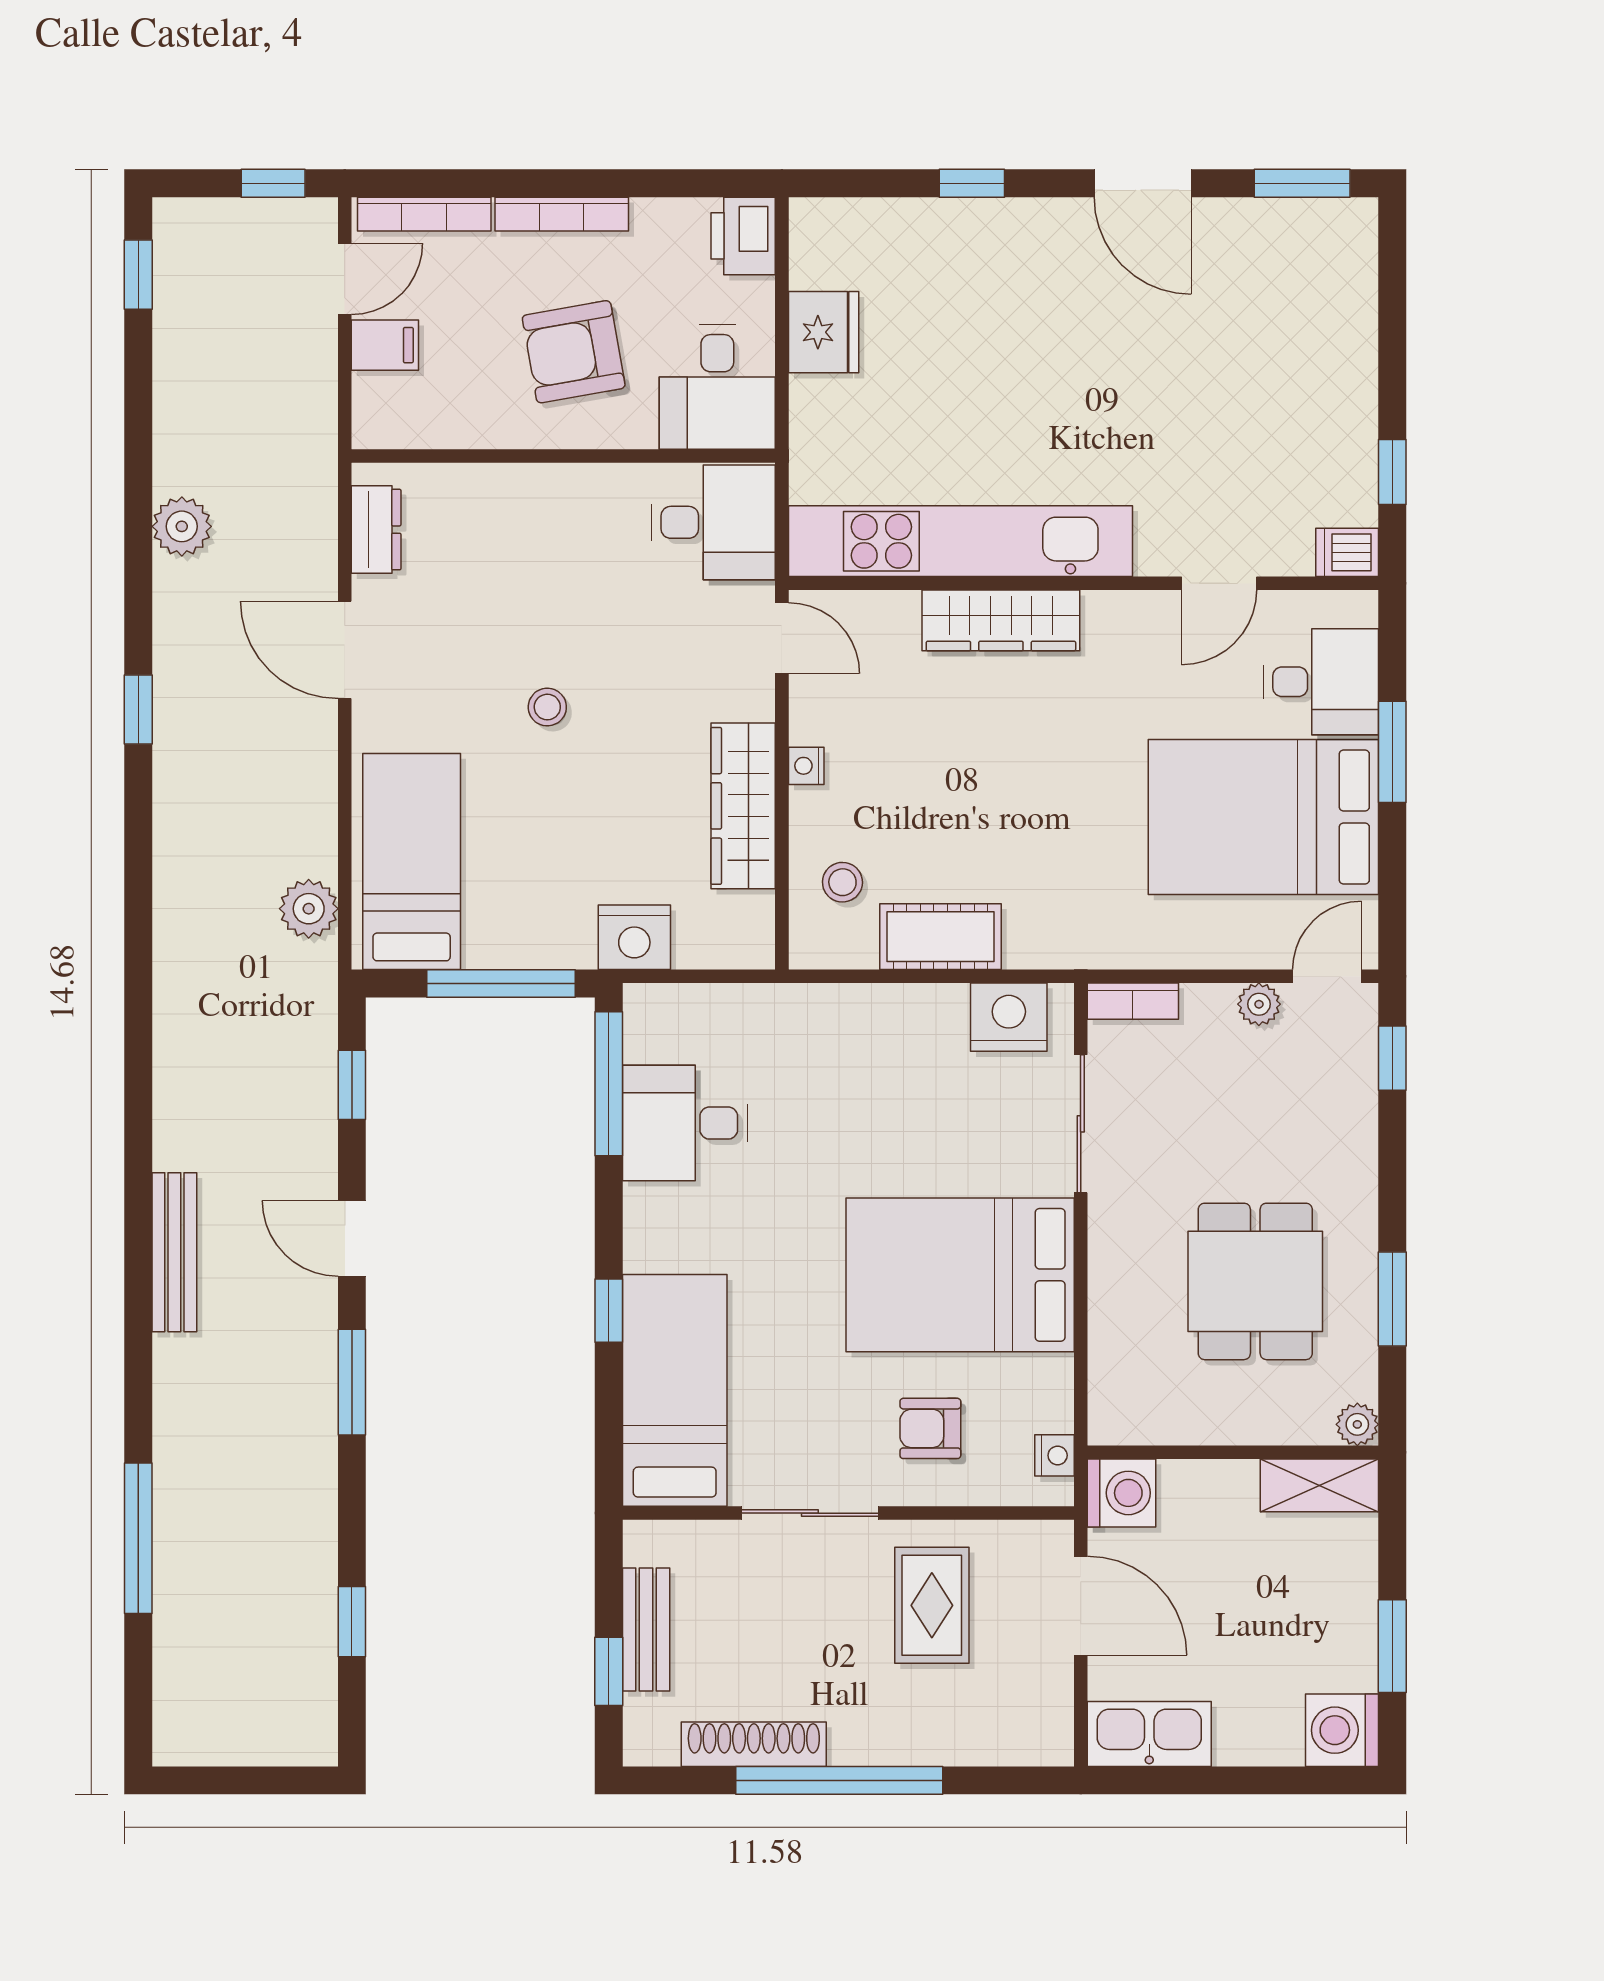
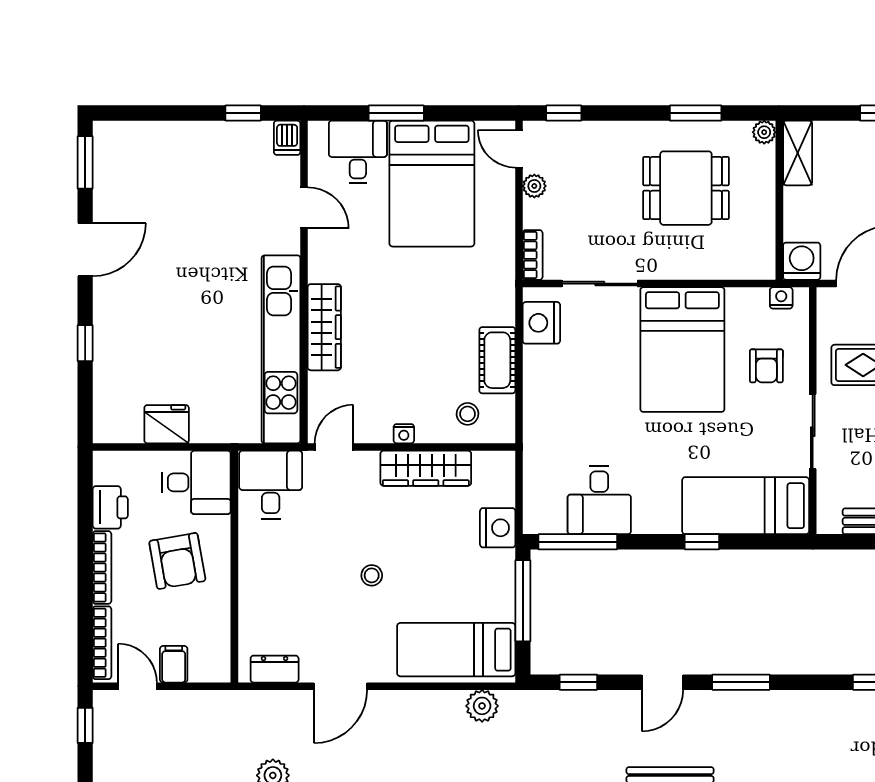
printer: (743, 236) -> (110, 507), moved, turned -90

